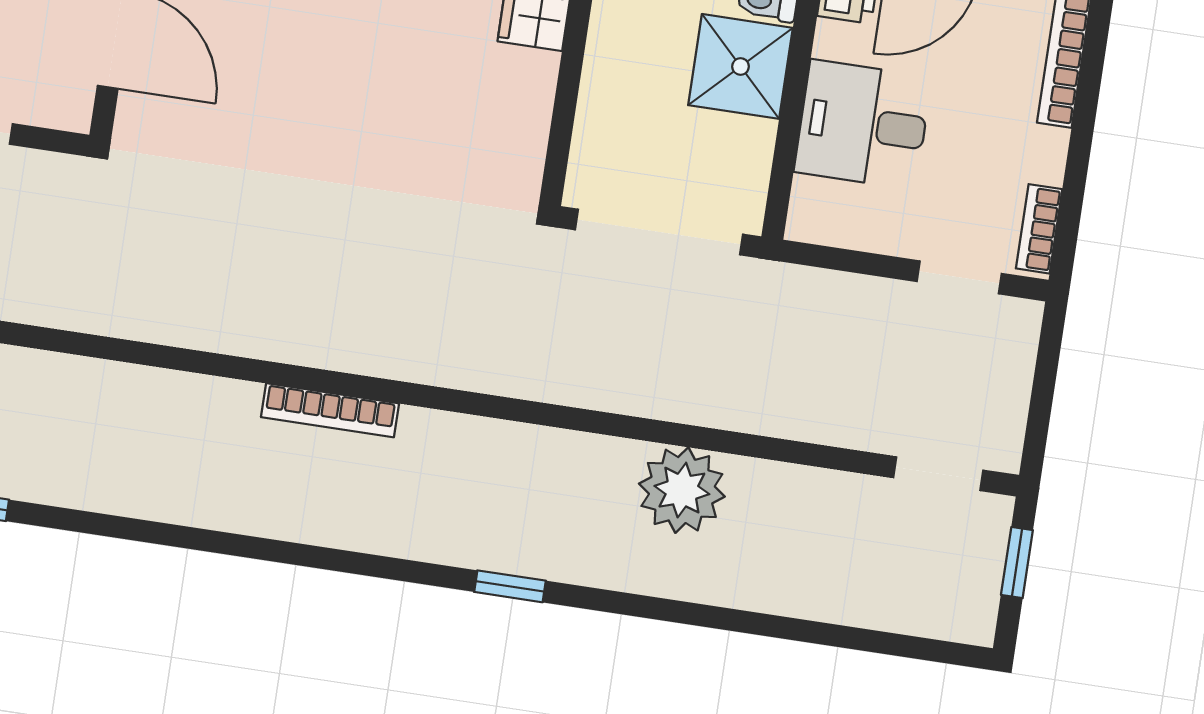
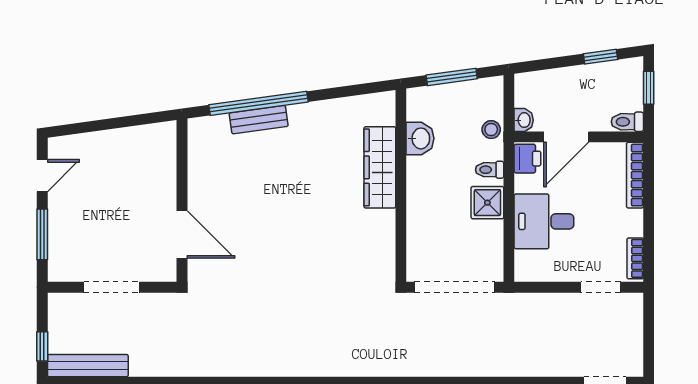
shower: (741, 66) -> (487, 203), width x0.73, depth x0.73

